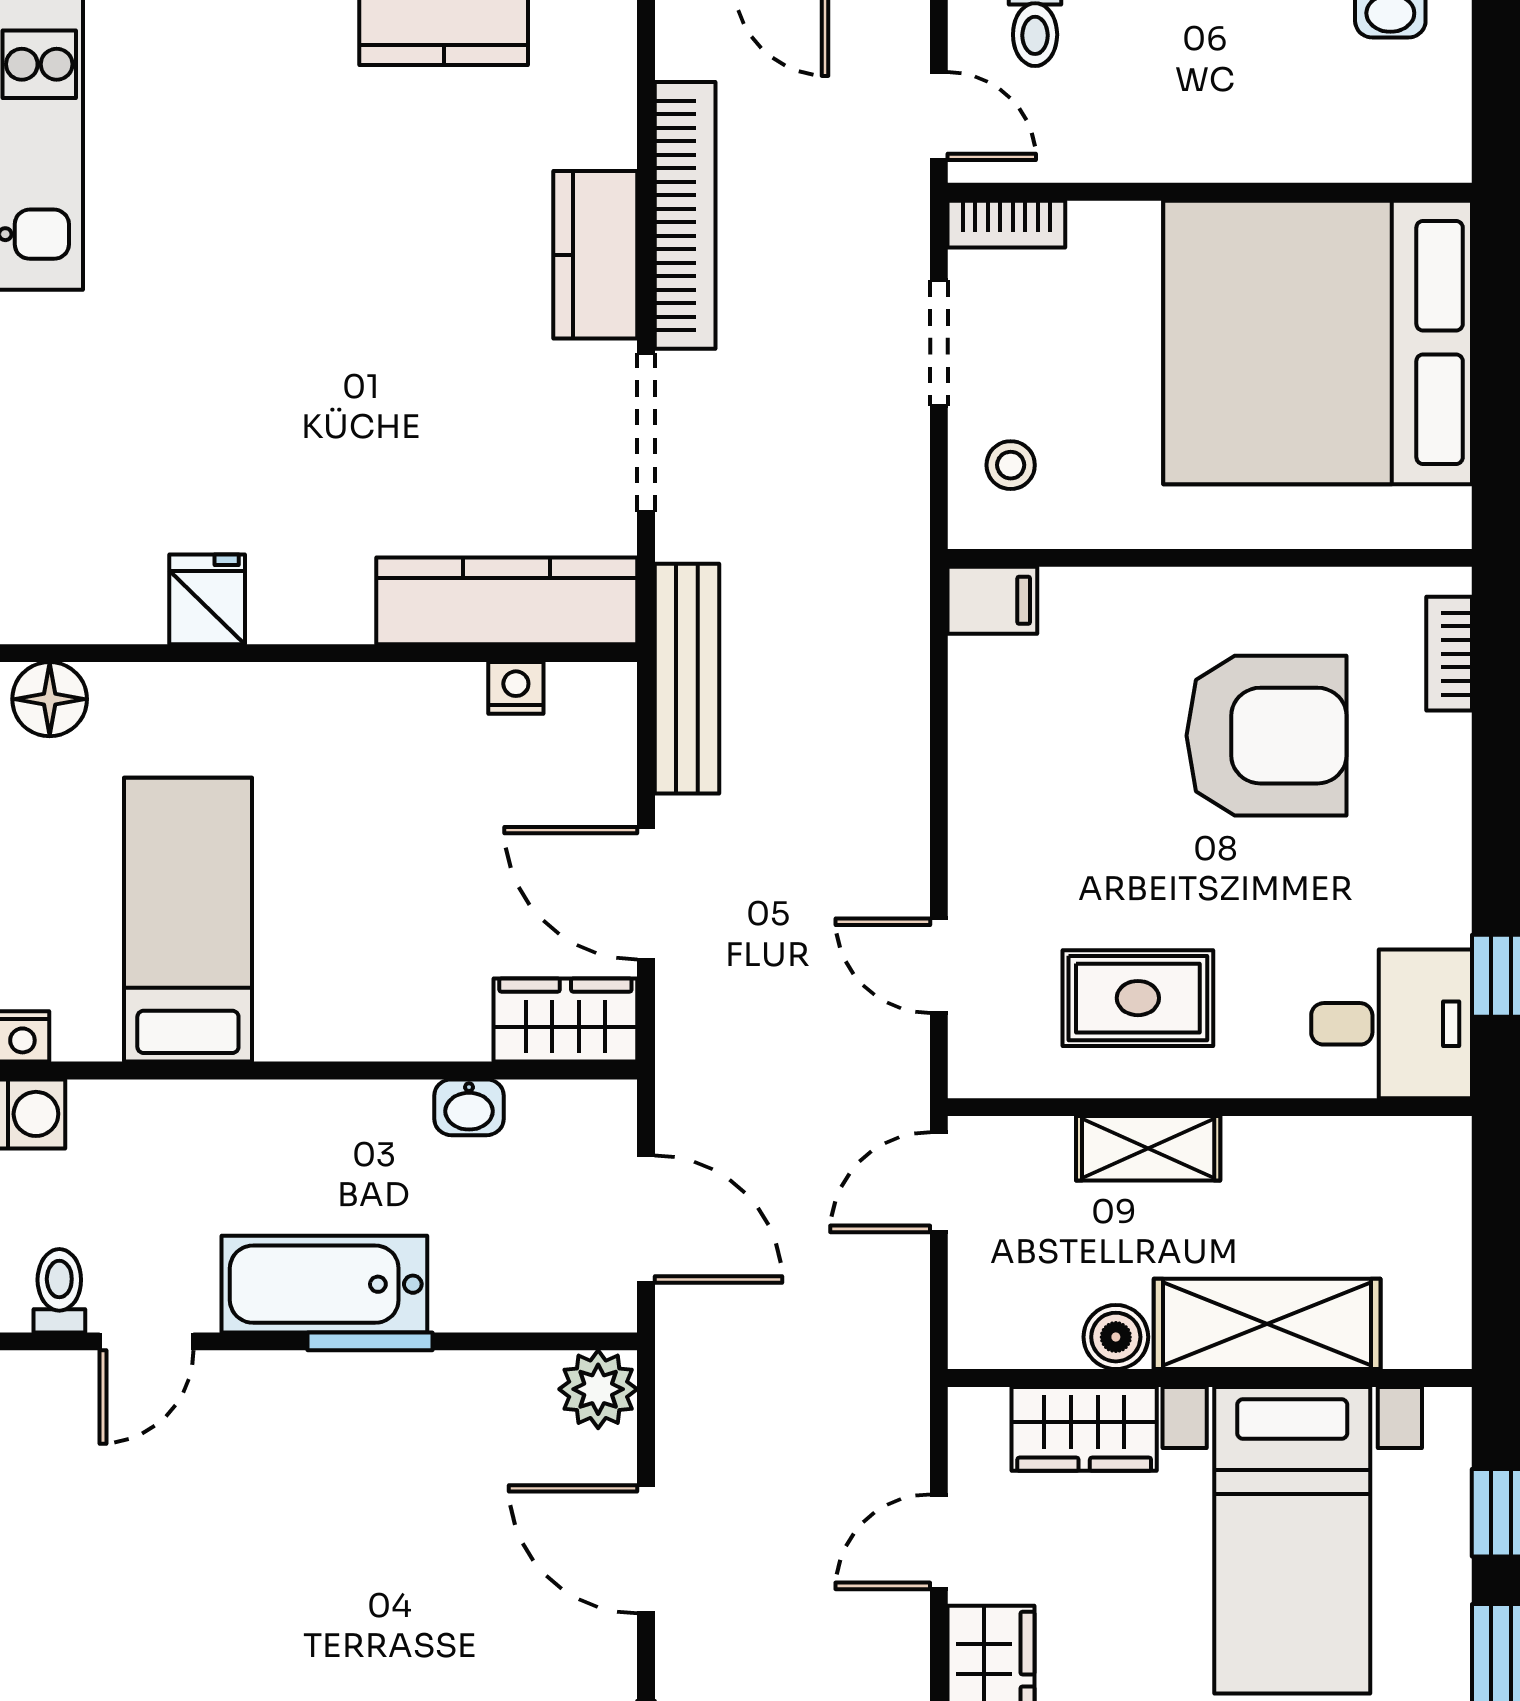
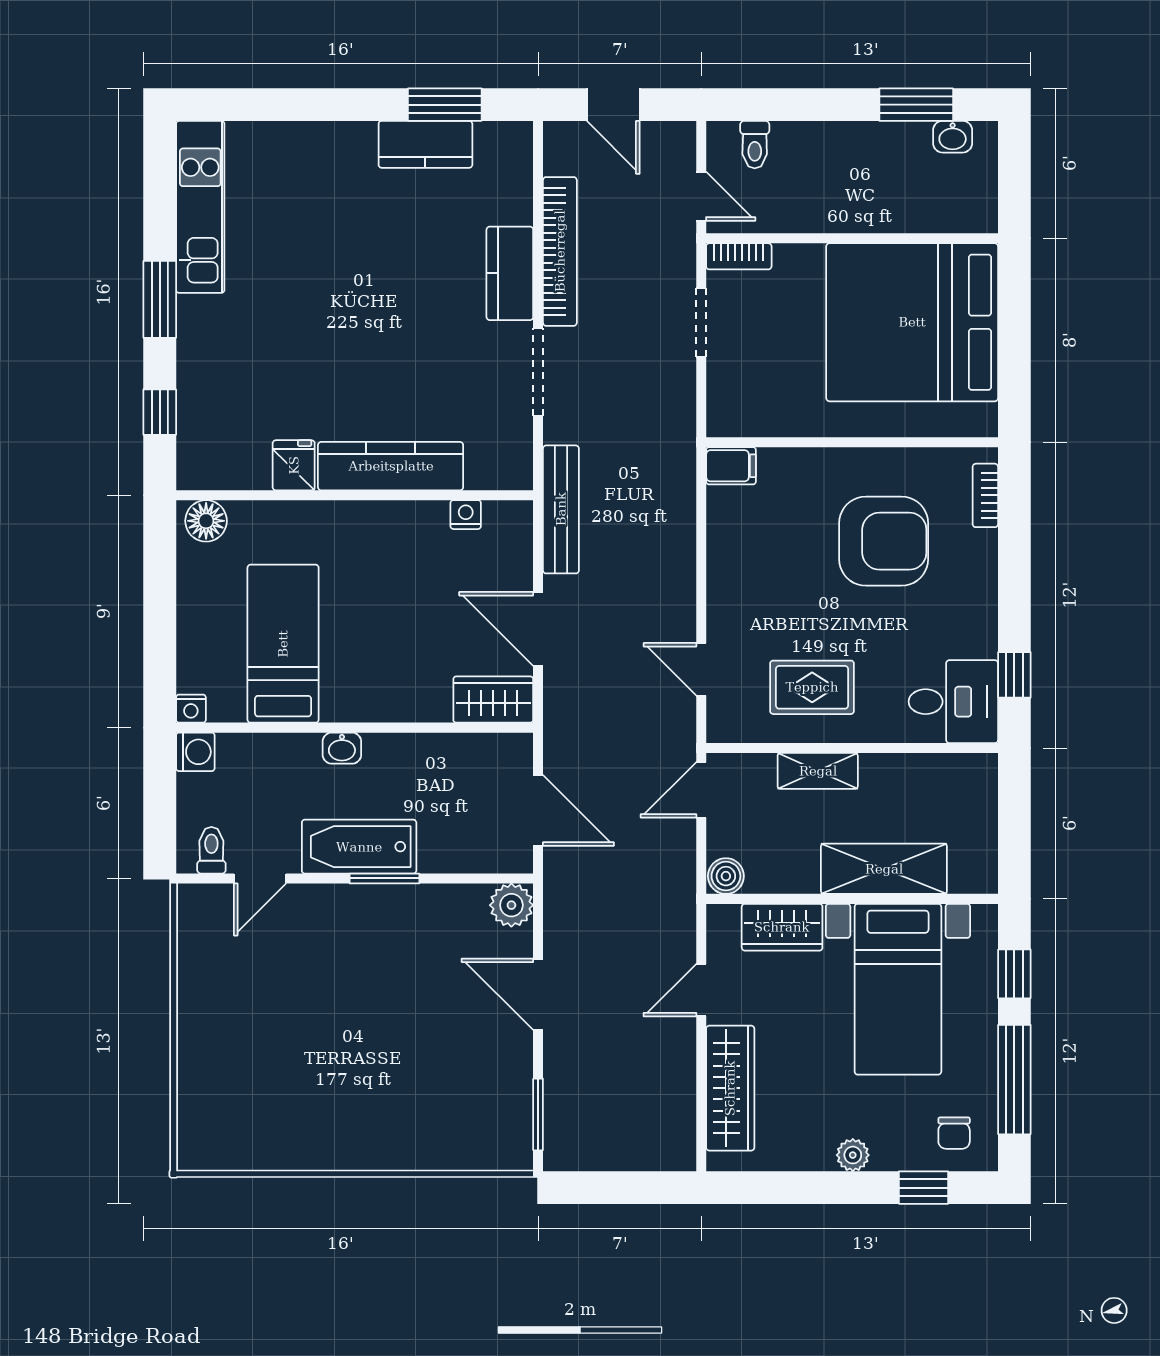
stool: (1011, 465) -> (741, 391), removed
kitchen counter: (507, 601) -> (391, 466), moved
washbasin: (469, 1107) -> (342, 748), moved
boiler: (1116, 1337) -> (726, 876), moved

